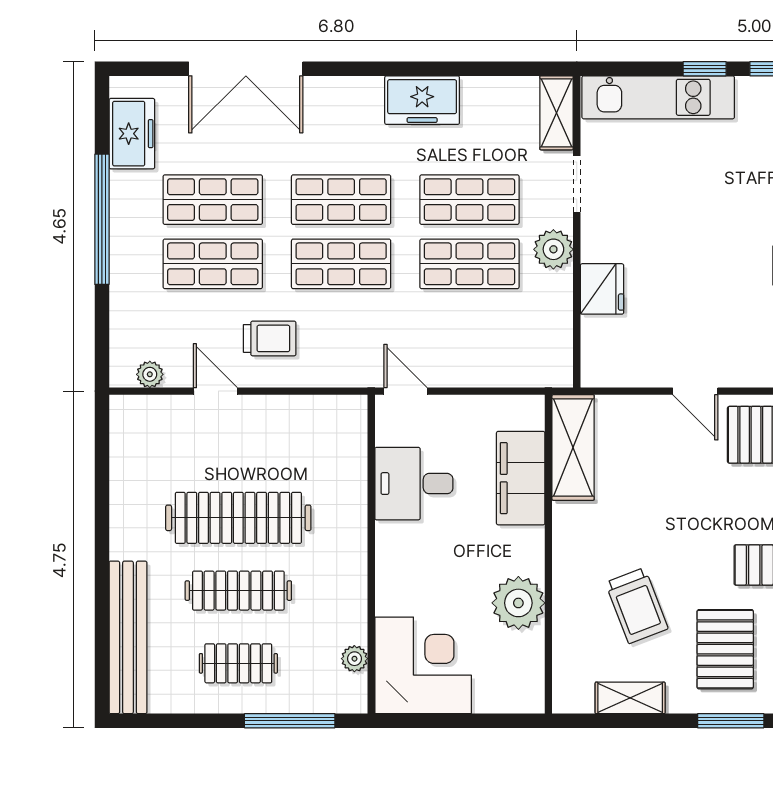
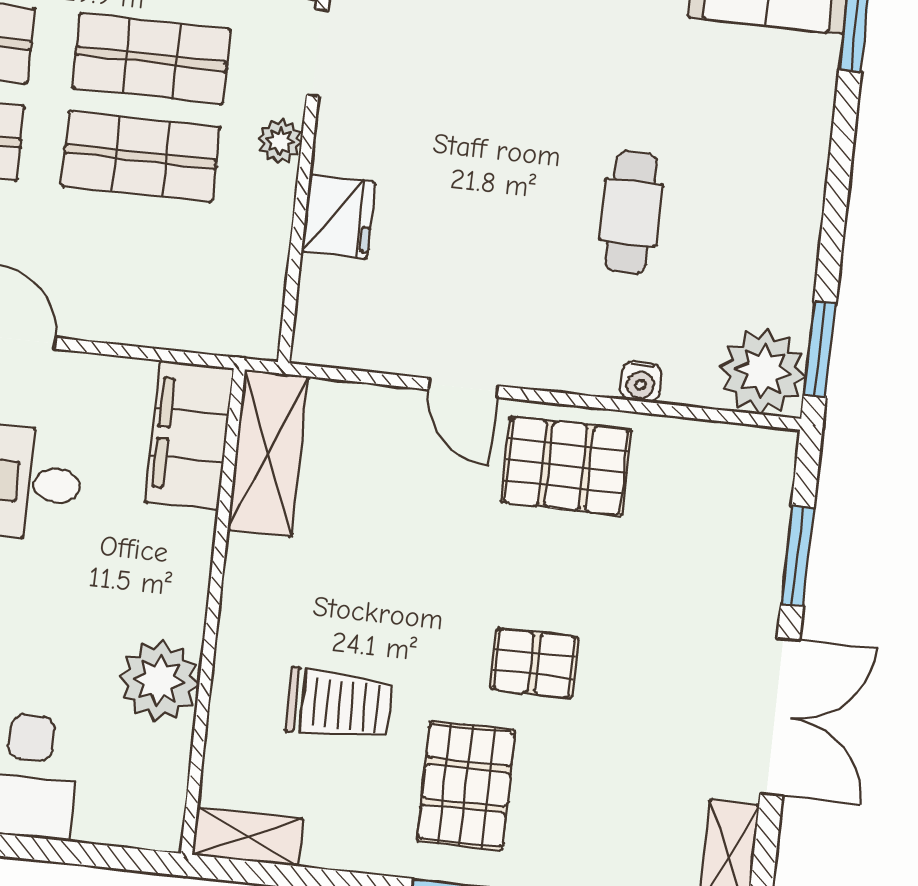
plant: (553, 249) -> (280, 141), width x0.73, depth x0.73
filing cabinet: (521, 478) -> (189, 435), moved
trolley: (637, 606) -> (339, 704), turned -69
shelving: (630, 698) -> (248, 837), moved

